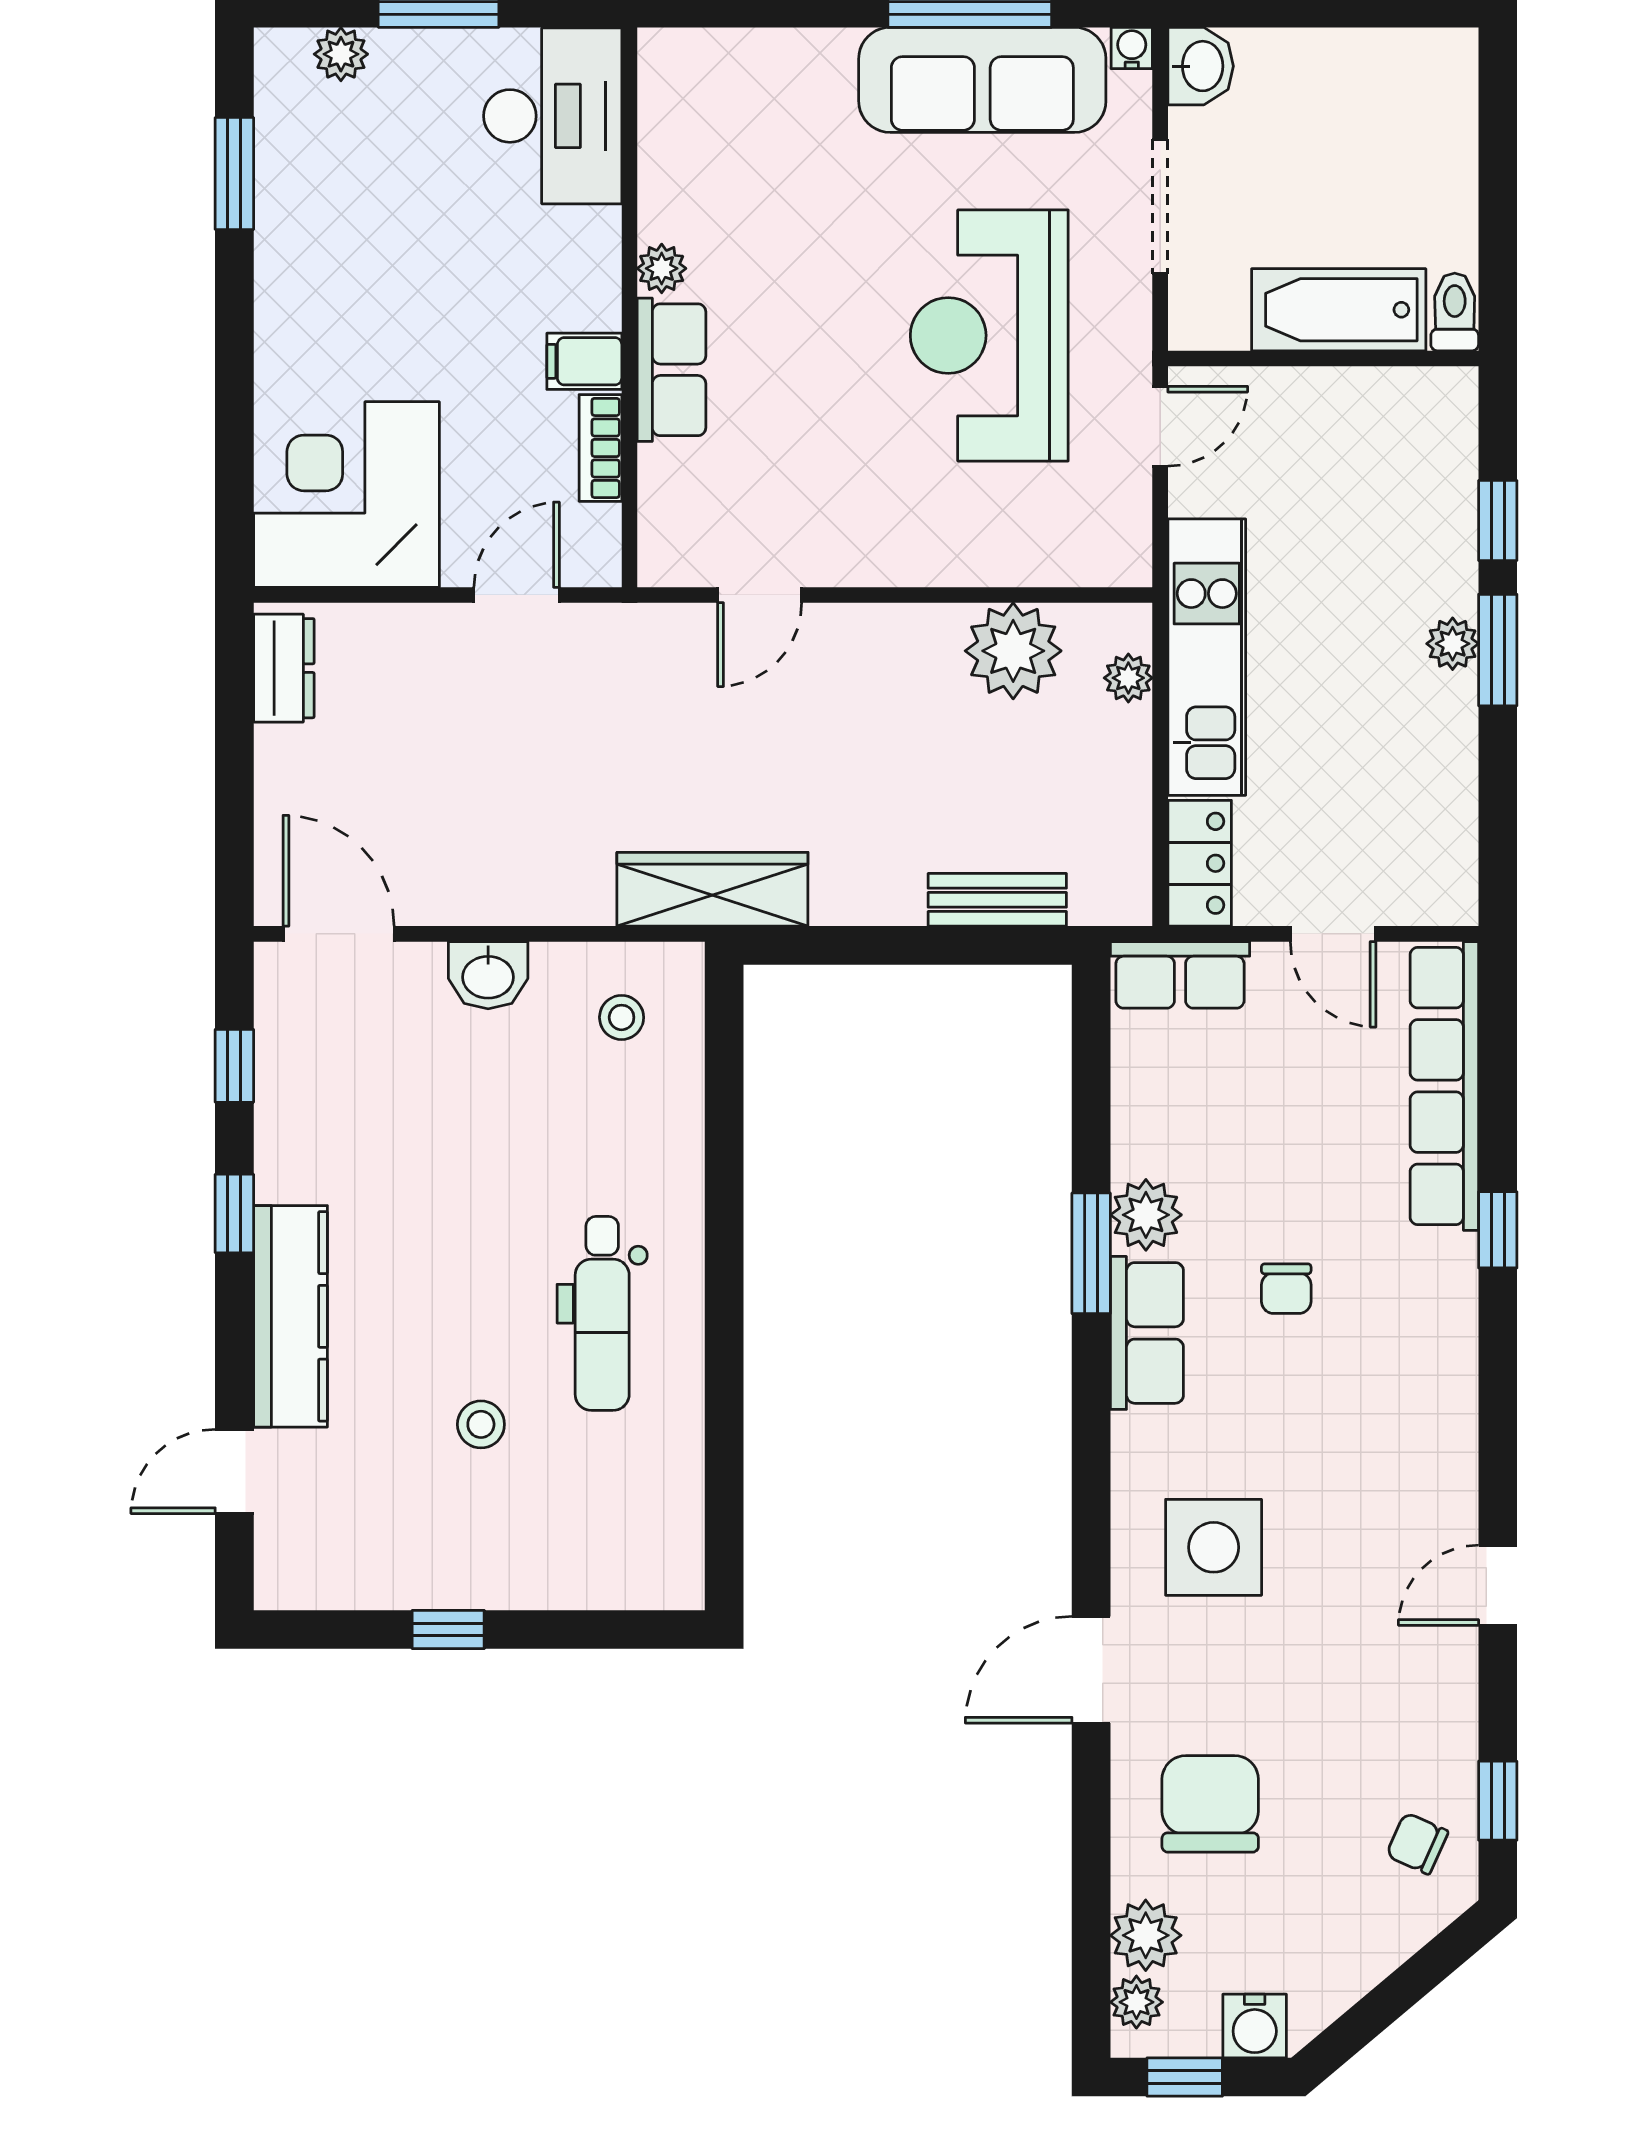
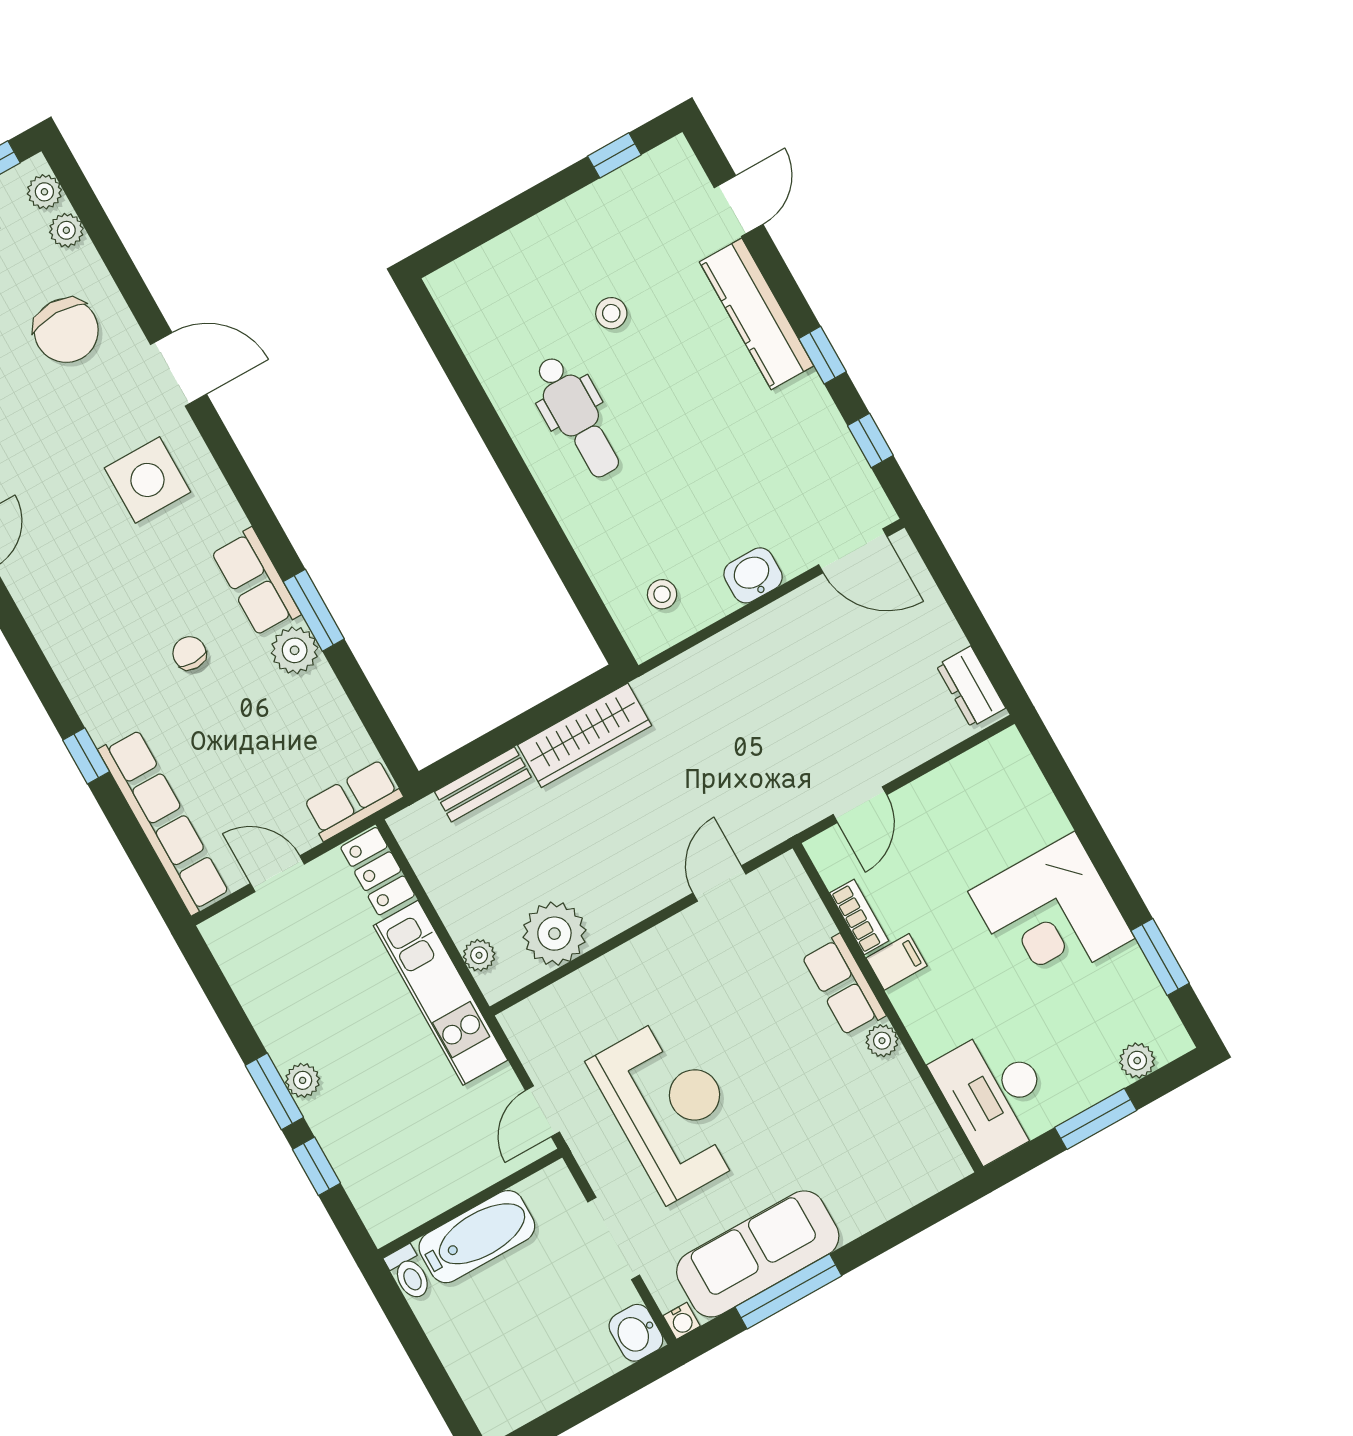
corner desk: (346, 494) -> (1051, 915), moved, turned 90
wardrobe: (712, 889) -> (585, 735), moved
dental chair: (602, 1313) -> (577, 417), turned 180
window: (448, 1629) -> (614, 155), moved
door: (1091, 1670) -> (179, 369), hinge flipped
plant: (1146, 1935) -> (66, 230), width x0.73, depth x0.73

